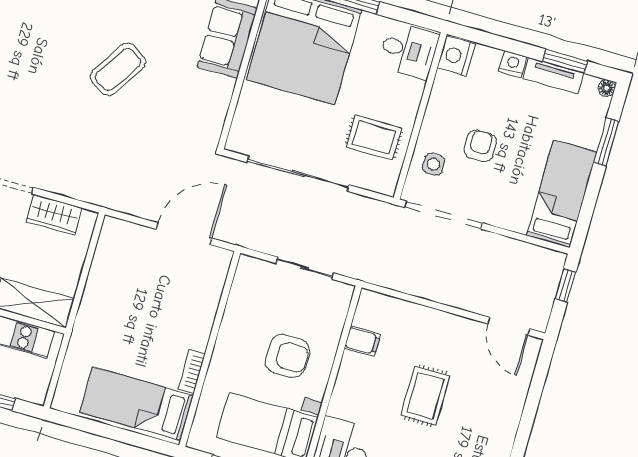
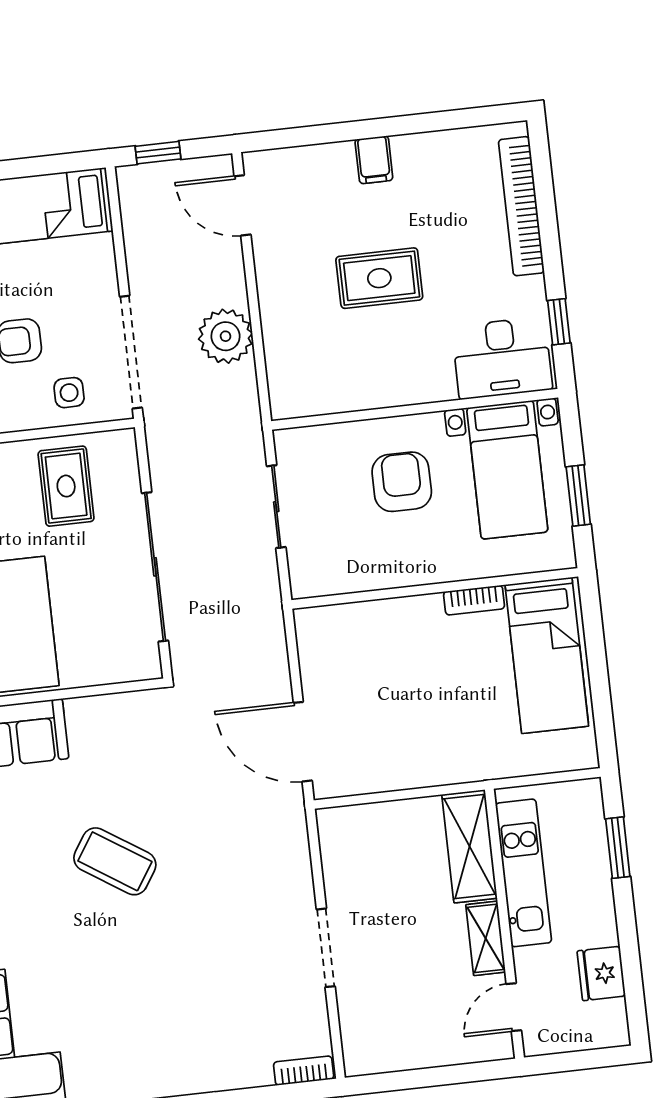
wardrobe: (54, 215) -> (342, 867), removed
door: (184, 234) -> (303, 742), moved
plant: (429, 280) -> (226, 336), added
door: (509, 326) -> (243, 205), swing flipped
filing cabinet: (363, 341) -> (374, 160), moved, turned 180

